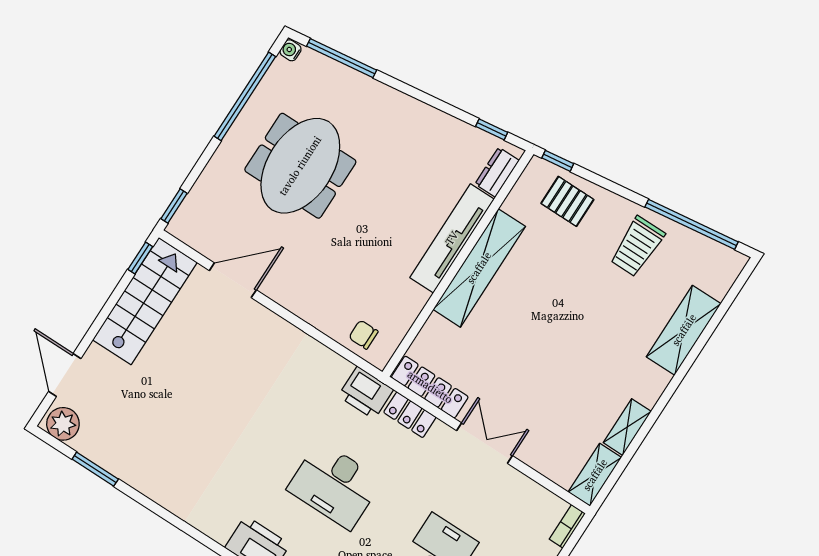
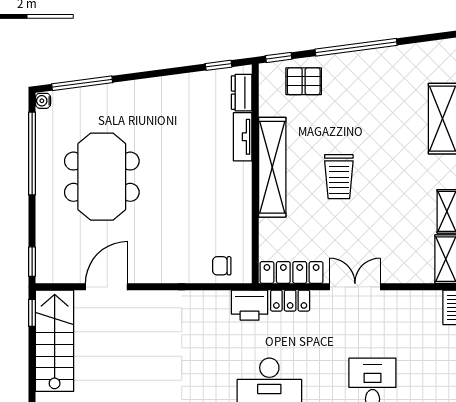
window: (692, 224) -> (356, 47), moved
tv unit: (452, 238) -> (243, 137), width x0.52, depth x0.78
trolley: (637, 246) -> (339, 177), moved

